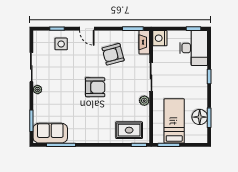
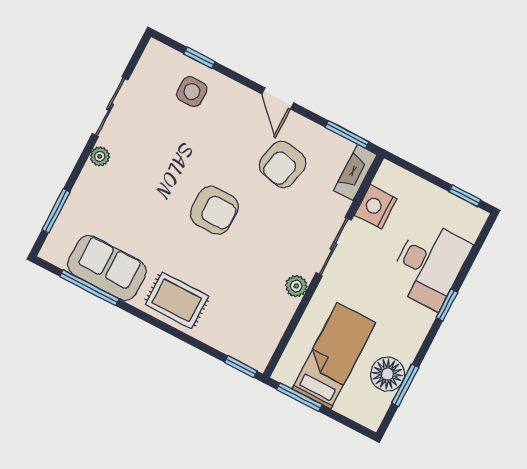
door: (87, 29) -> (278, 98), moved
nightstand: (160, 38) -> (376, 207), moved
desk: (194, 48) -> (429, 265), moved
armchair: (113, 54) -> (283, 164), turned -63
rug: (129, 130) -> (177, 300), moved
sofa: (50, 133) -> (107, 268), moved

